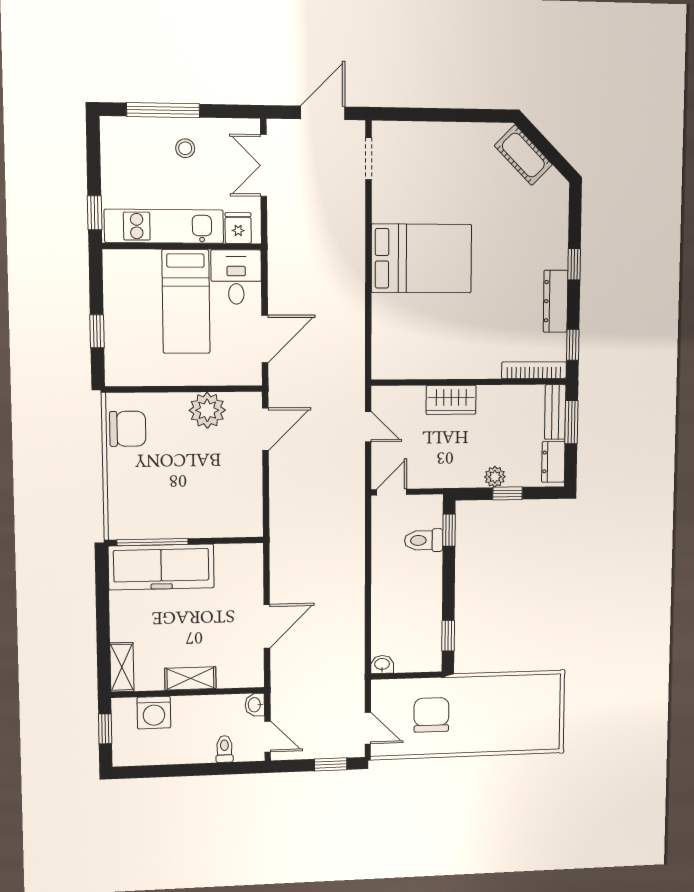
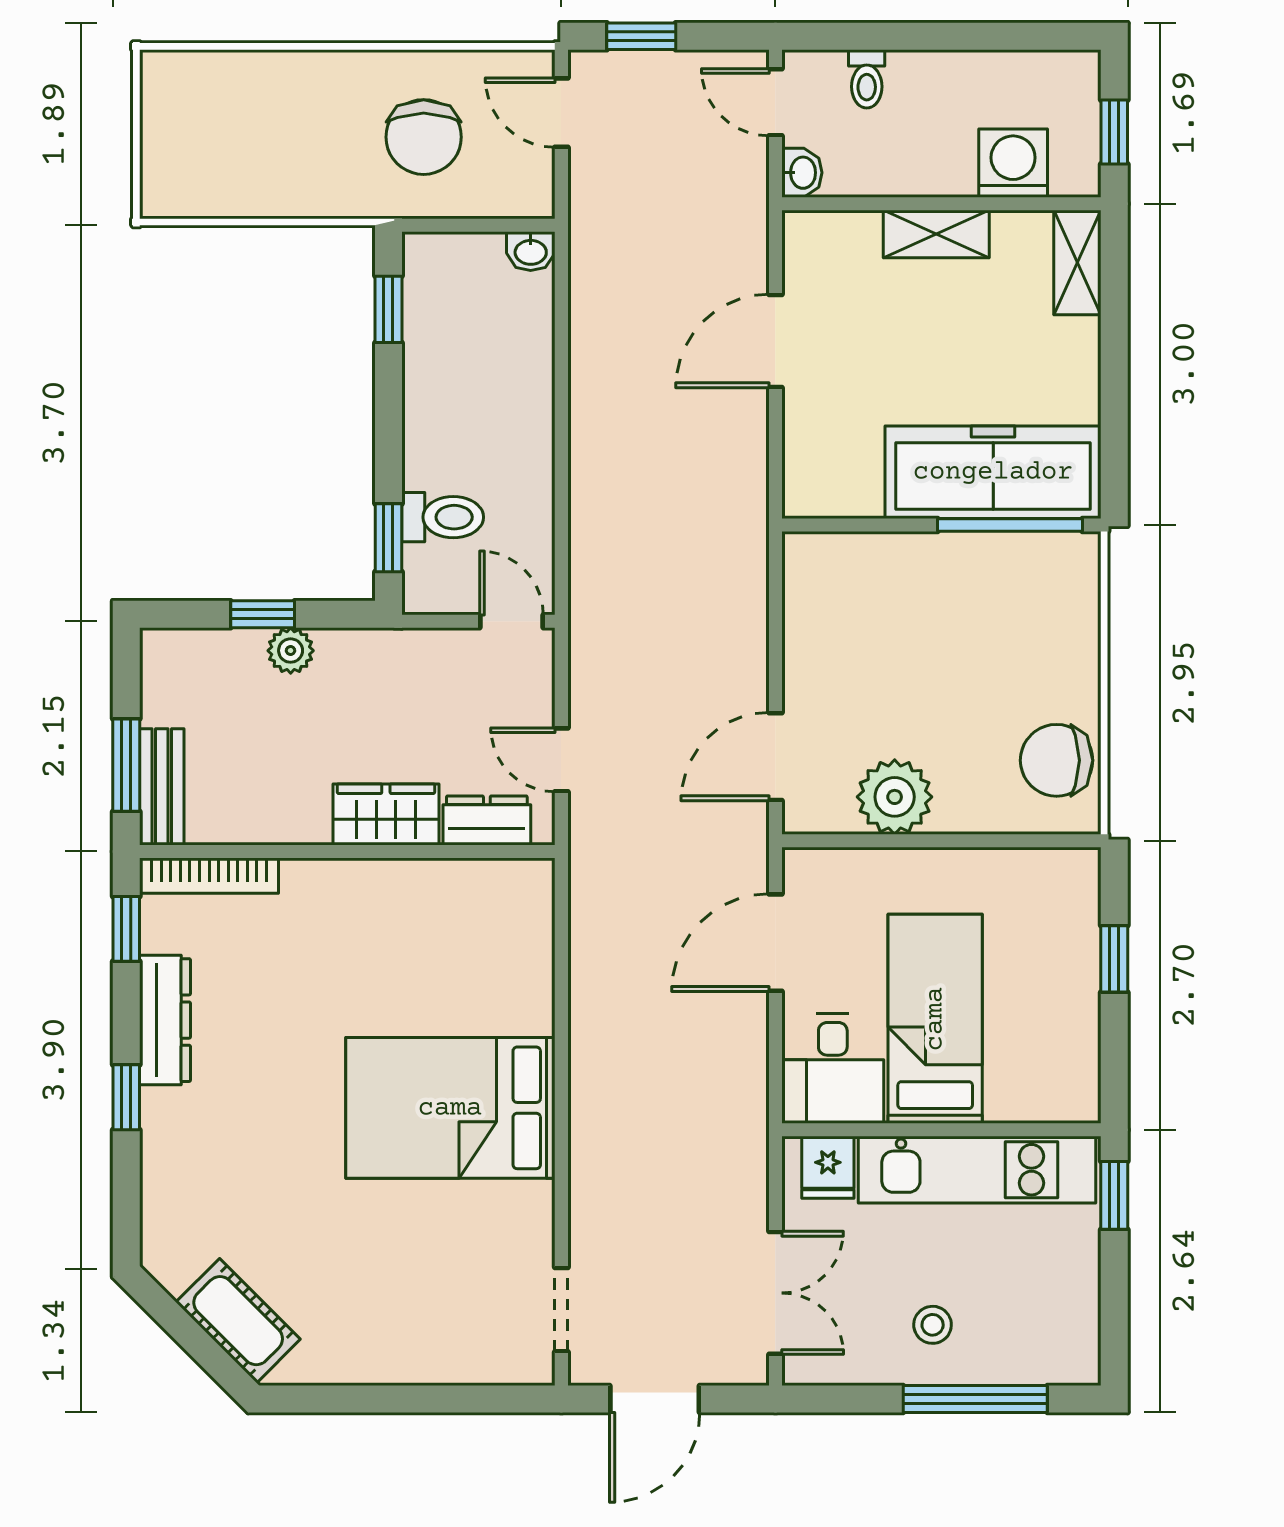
dresser: (553, 462) -> (487, 820), moved, turned -90
door: (392, 492) -> (511, 621), swing flipped

